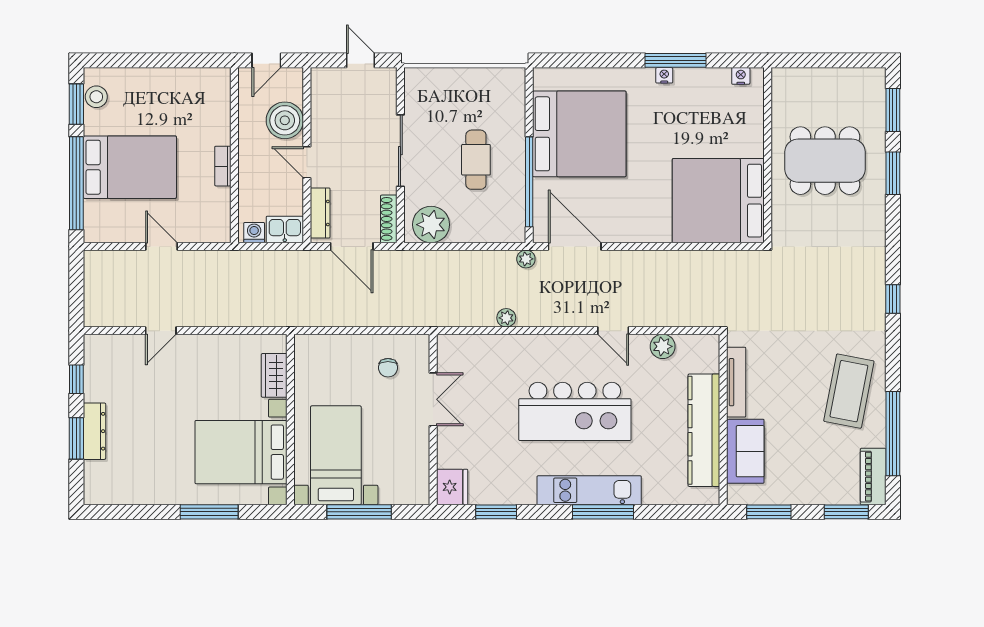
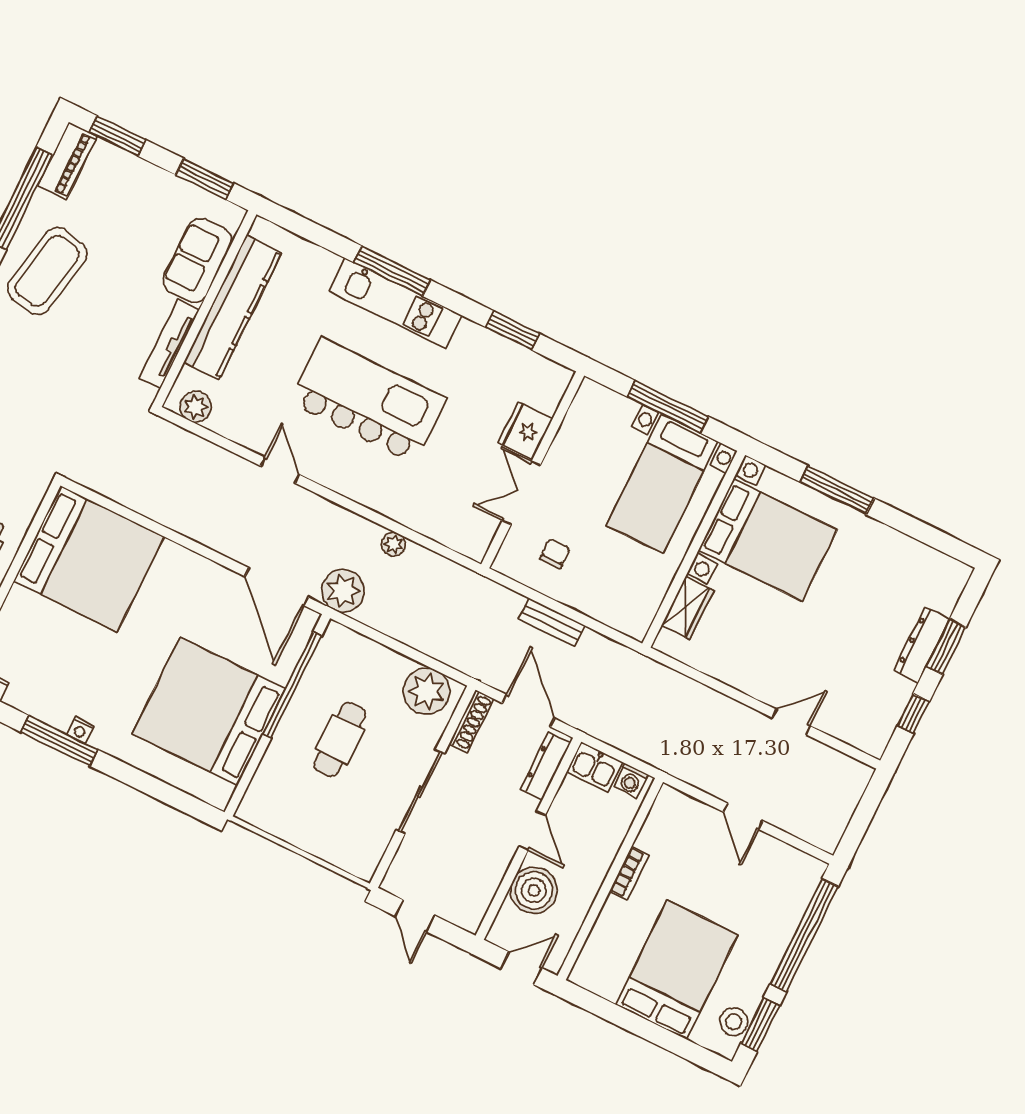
bed: (130, 167) -> (677, 970), moved, turned 90
plant: (526, 259) -> (343, 591), width x1.88, depth x1.88
bench: (366, 318) -> (552, 622), added
plant: (663, 346) -> (196, 407), moved
fridge: (452, 487) -> (525, 431), moved

